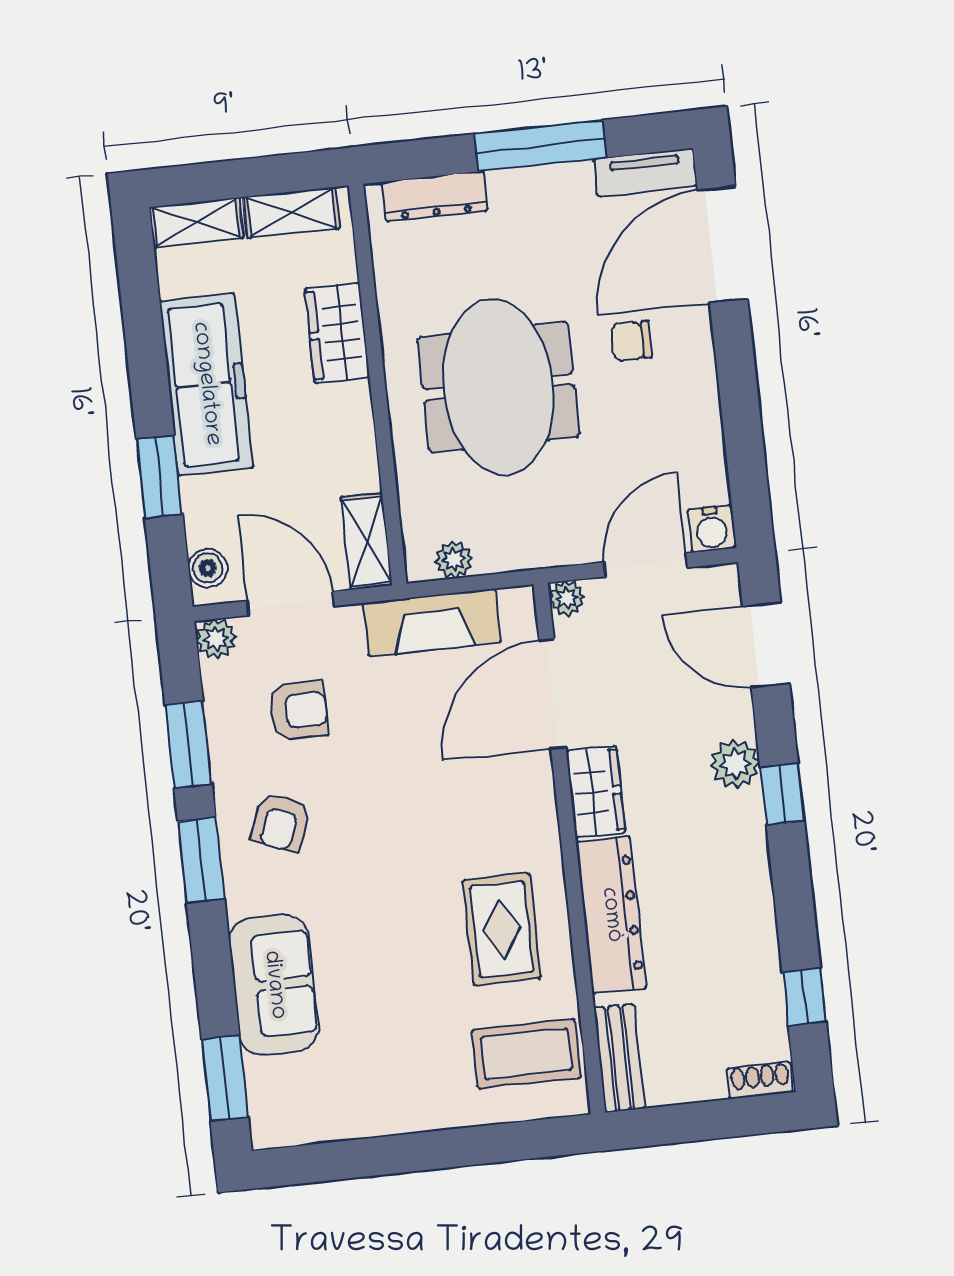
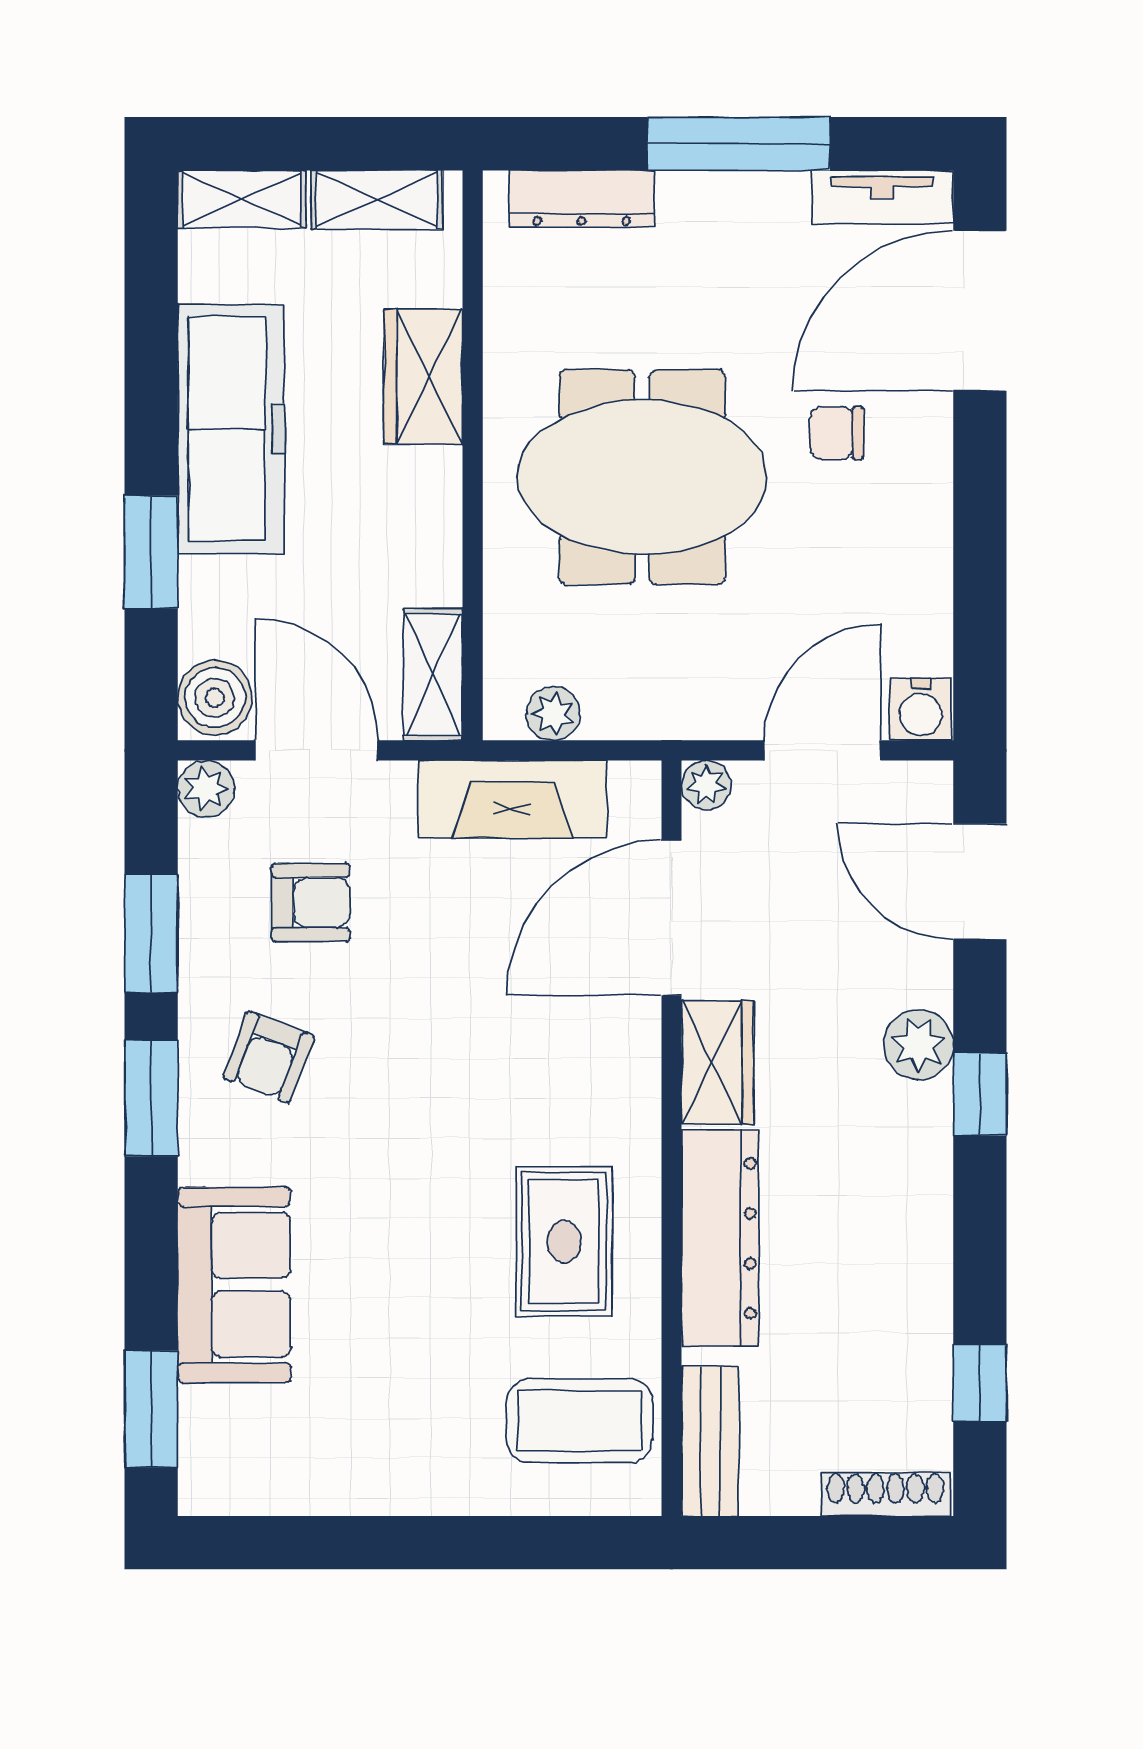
meeting table: (498, 387) -> (642, 477), turned 90
boiler: (208, 568) -> (215, 698), width x1.36, depth x1.36
shoe rack: (760, 1080) -> (885, 1494), width x1.43

